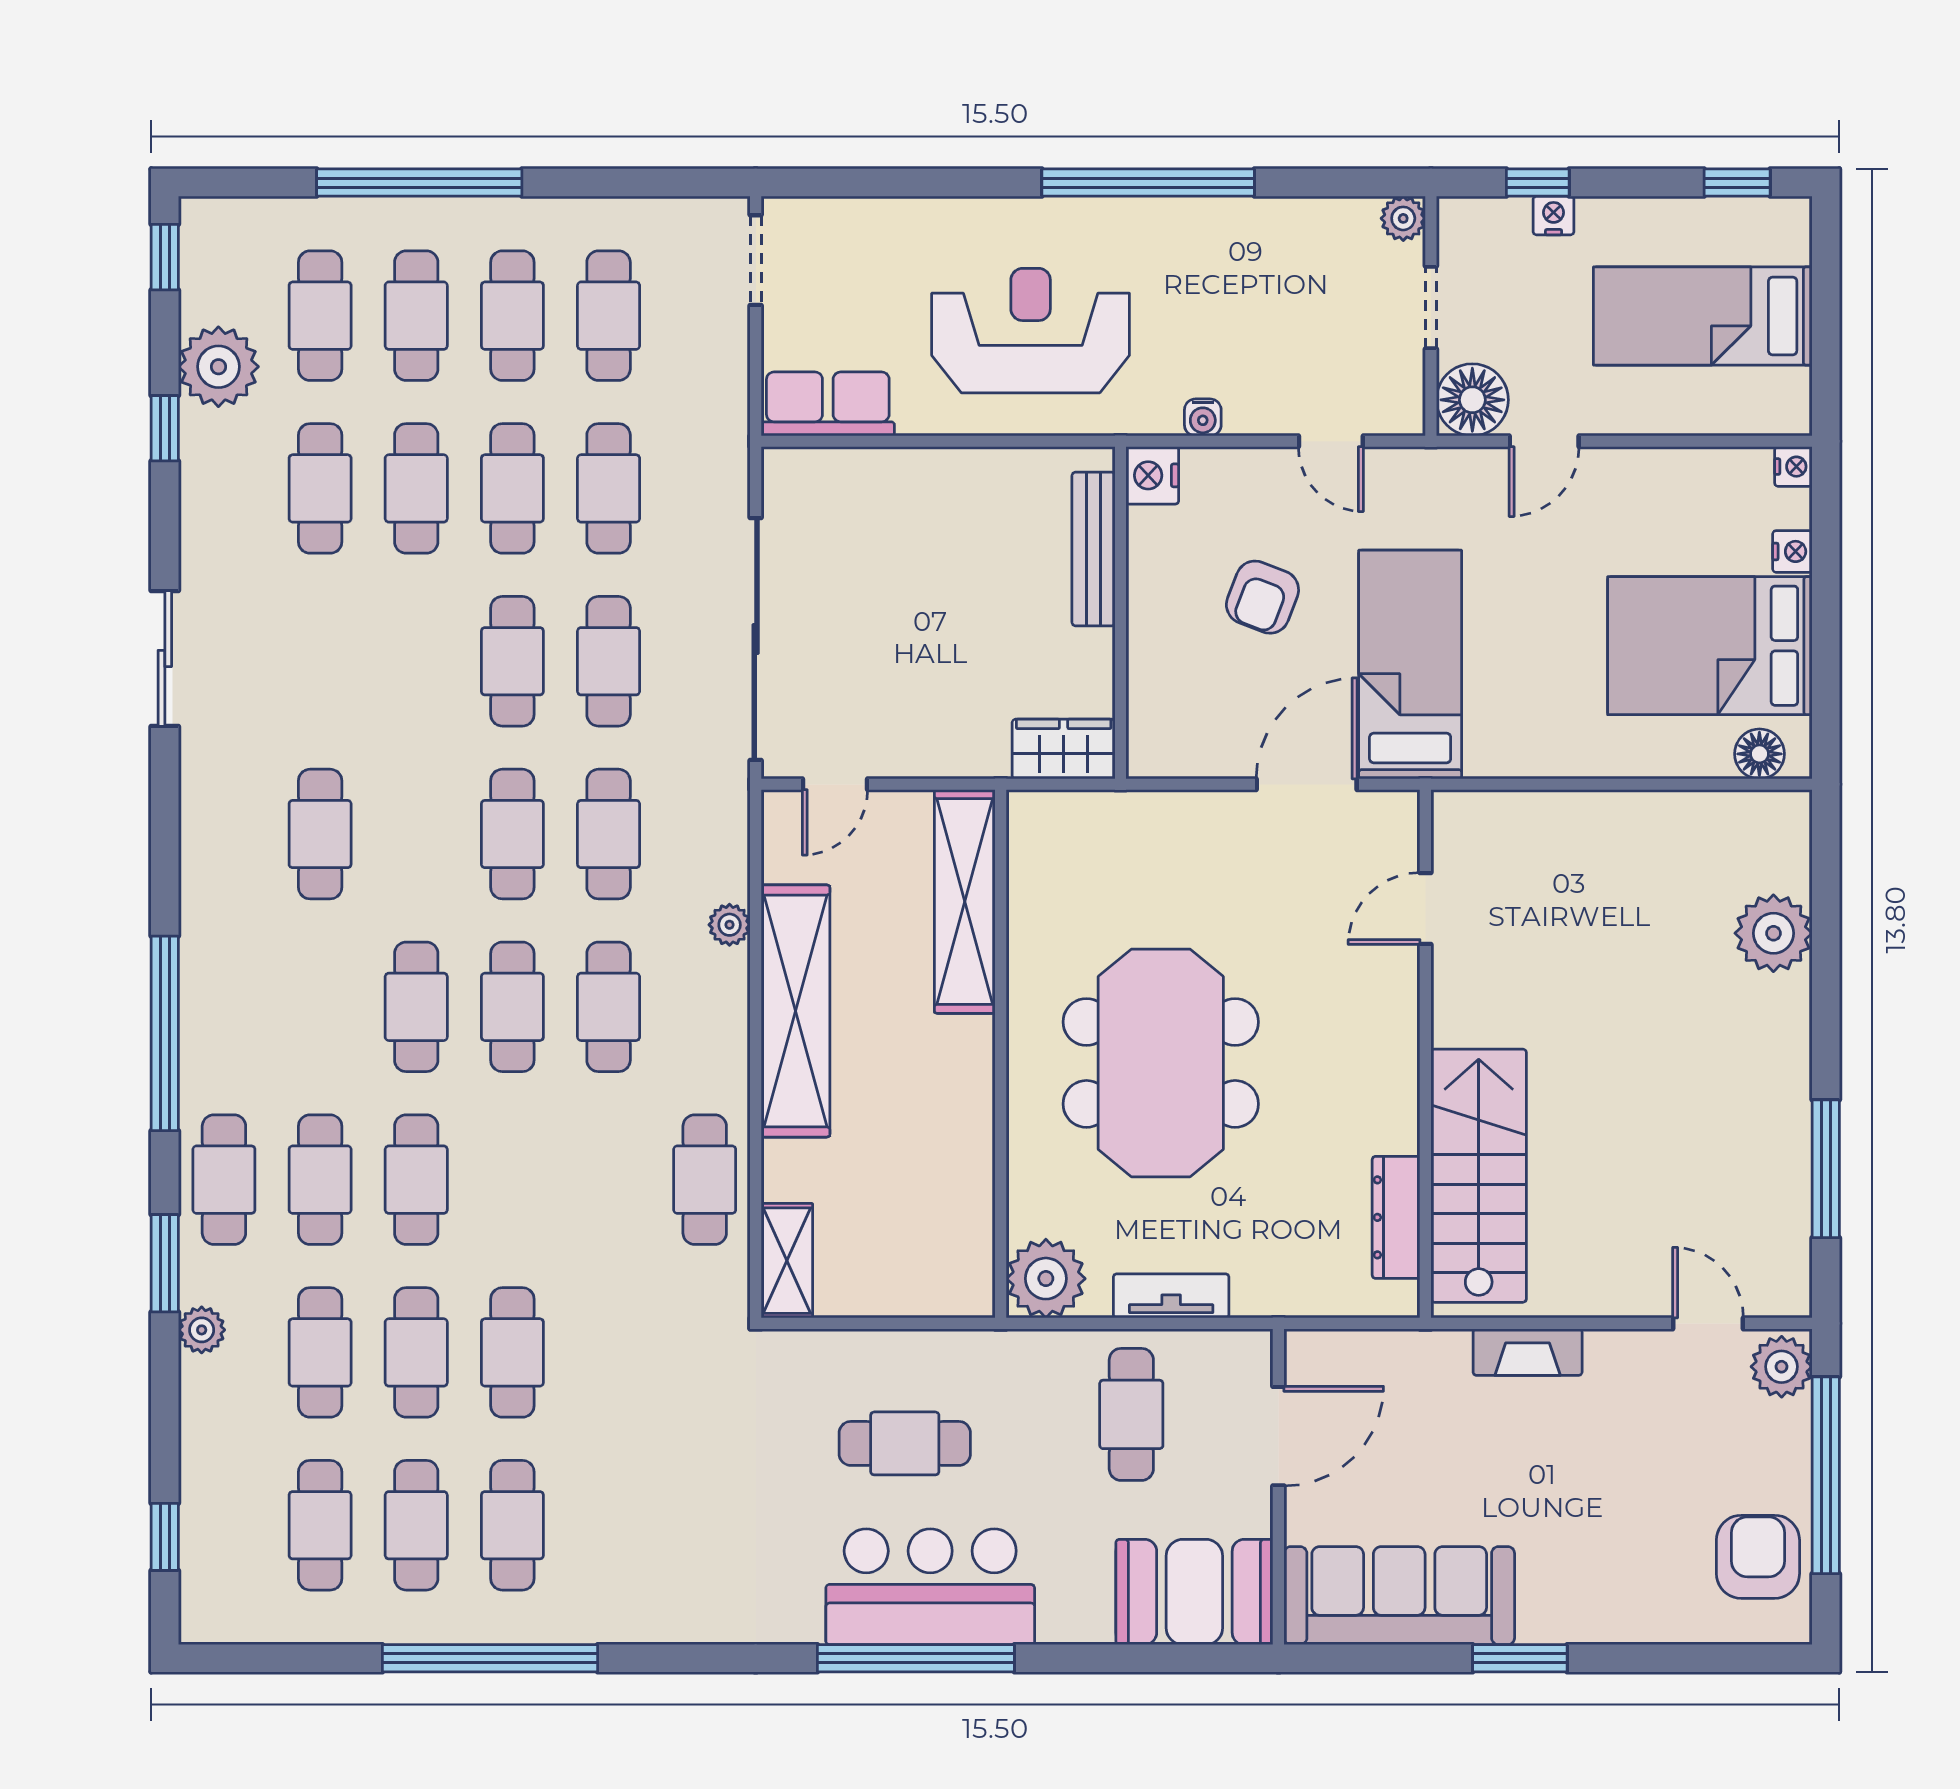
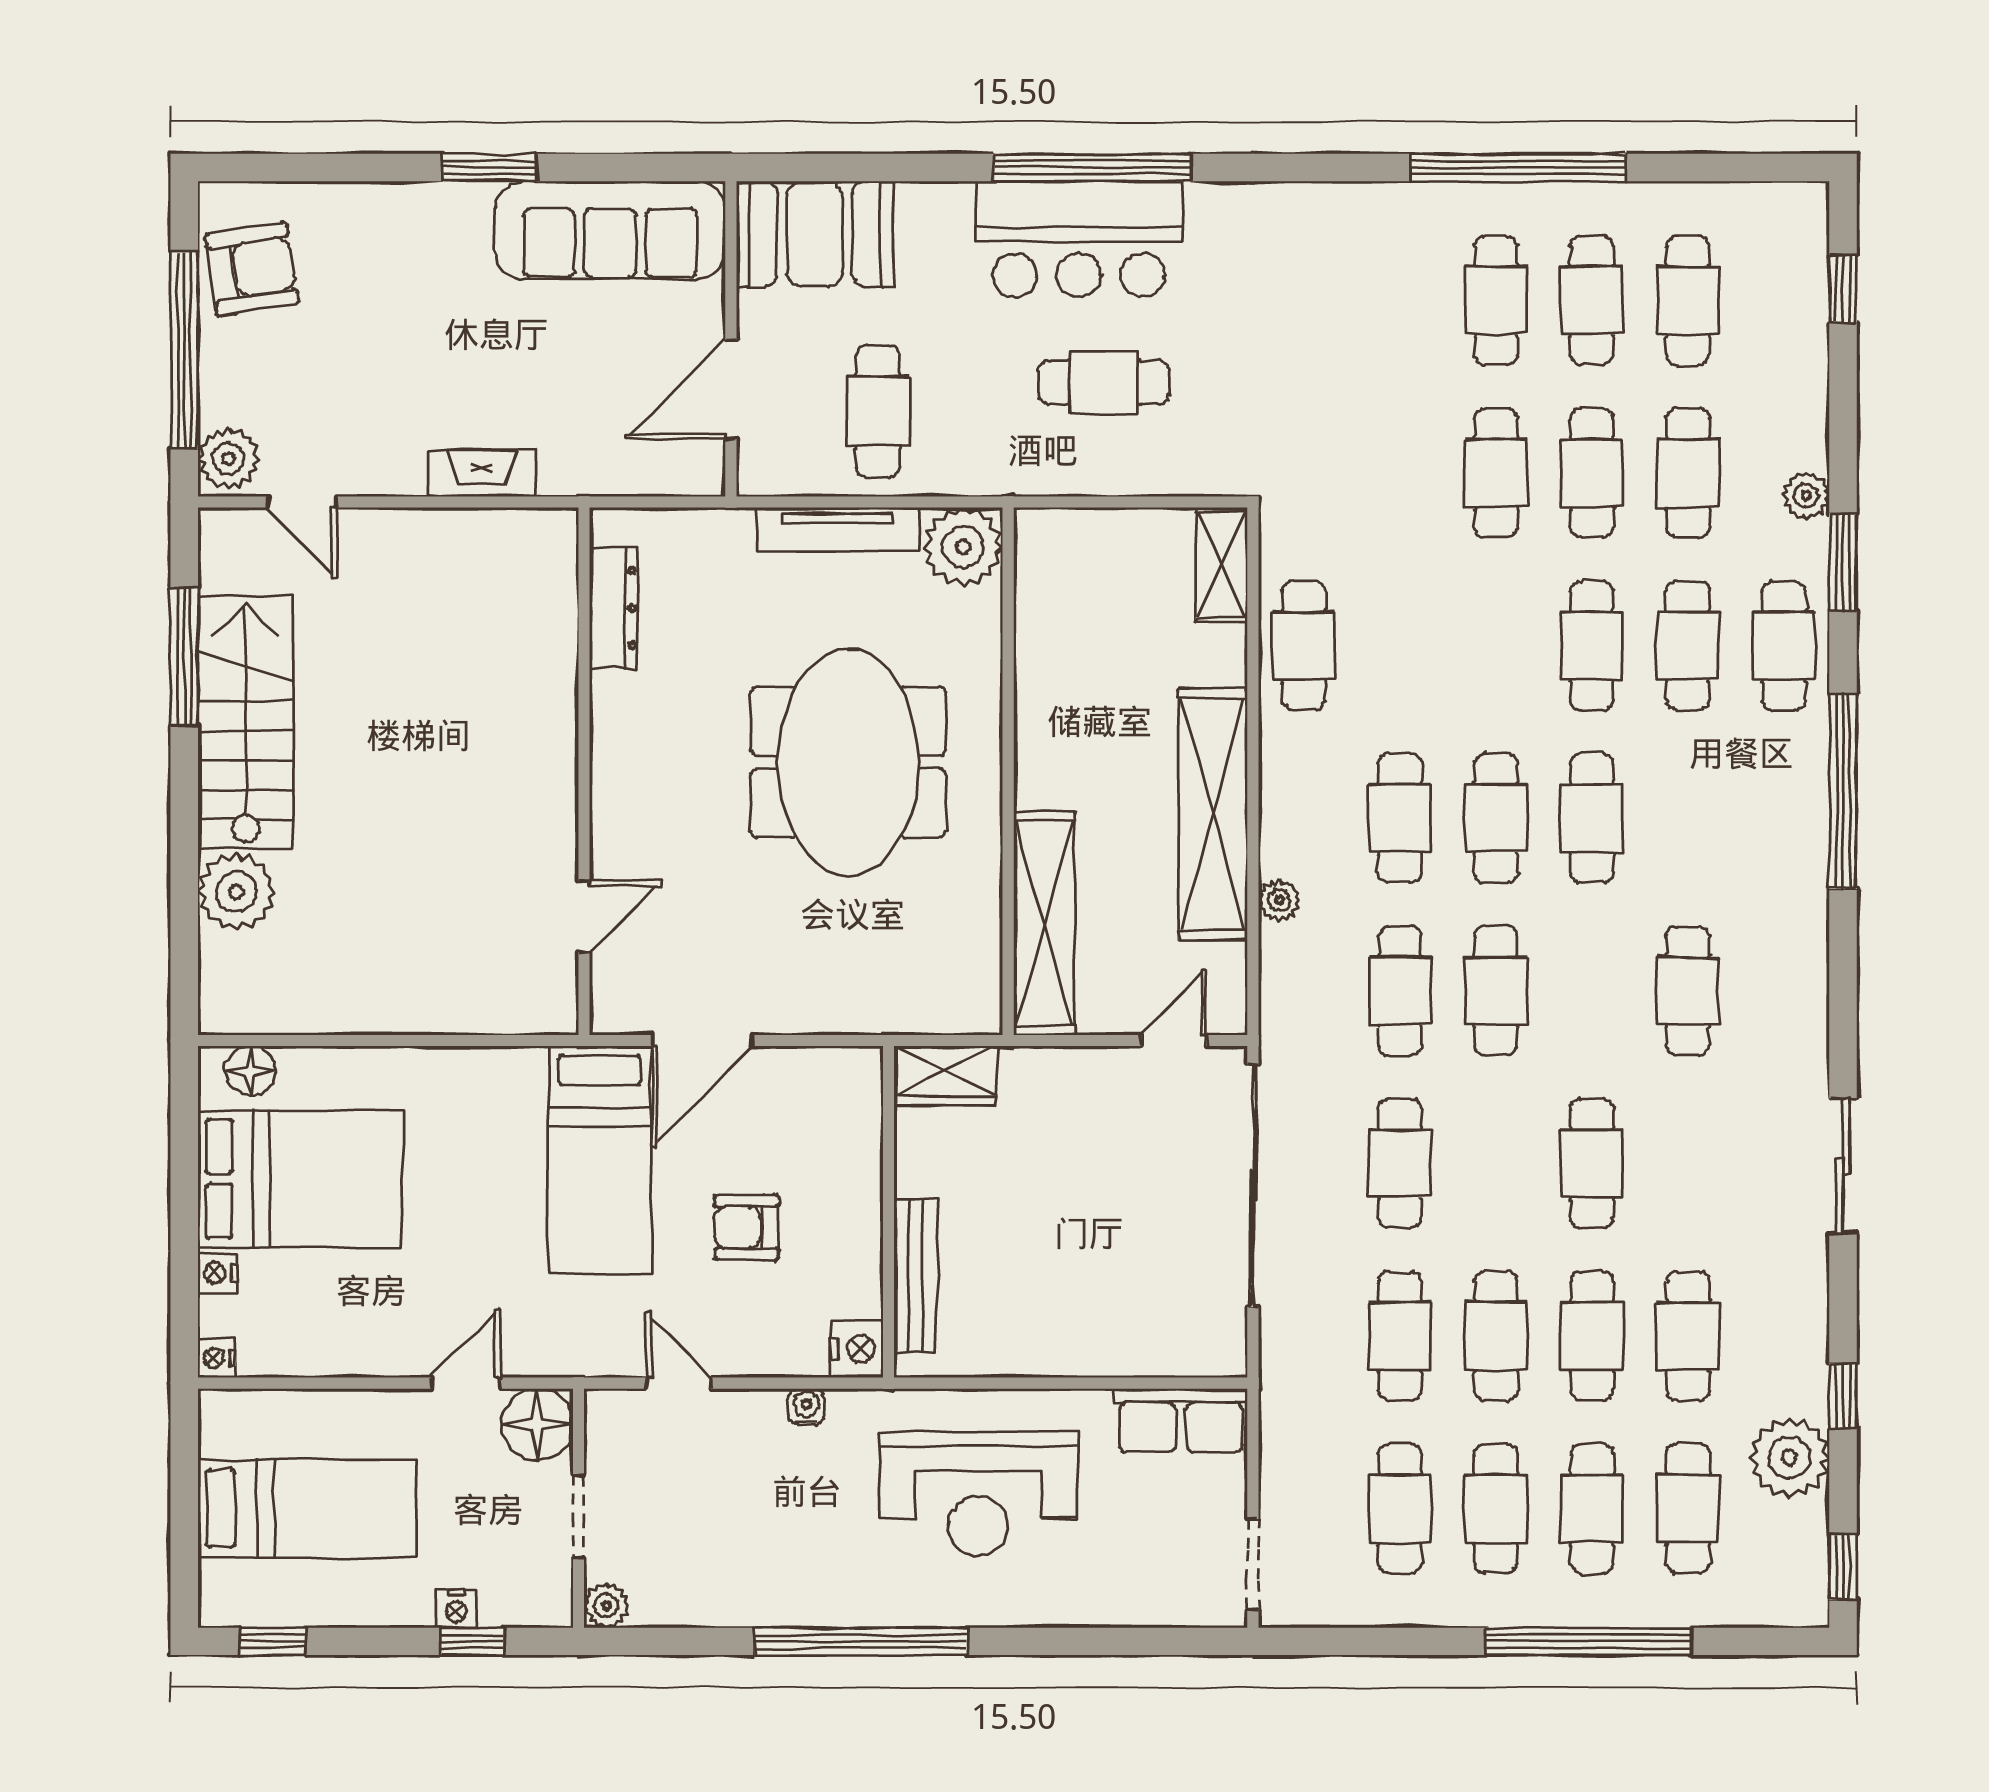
armchair: (1262, 597) -> (747, 1227), turned -111
cafe table: (512, 661) -> (1592, 1163), moved
stairs: (1479, 1176) -> (246, 722), moved, turned 180
tv unit: (1171, 1296) -> (838, 530), width x1.41
armchair: (1758, 1557) -> (252, 269), turned -99

